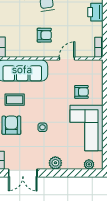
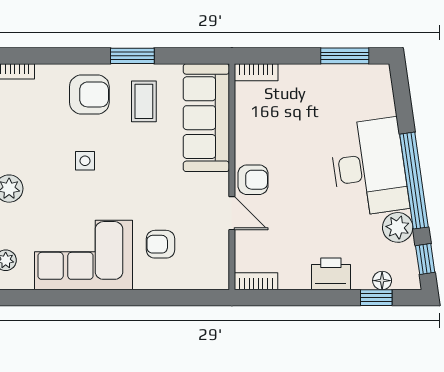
armchair: (44, 35) -> (253, 180), moved, turned -90
armchair: (81, 92) -> (161, 244), turned 90

